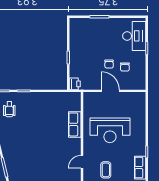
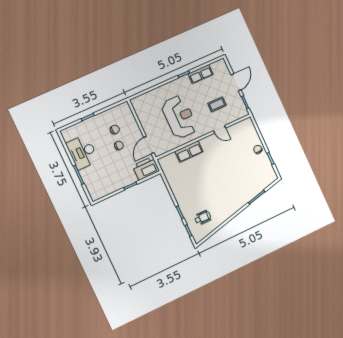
desk: (134, 36) -> (82, 152), moved, turned -90
printer: (75, 84) -> (146, 168), width x1.87, depth x1.48
door: (110, 91) -> (149, 145), moved

